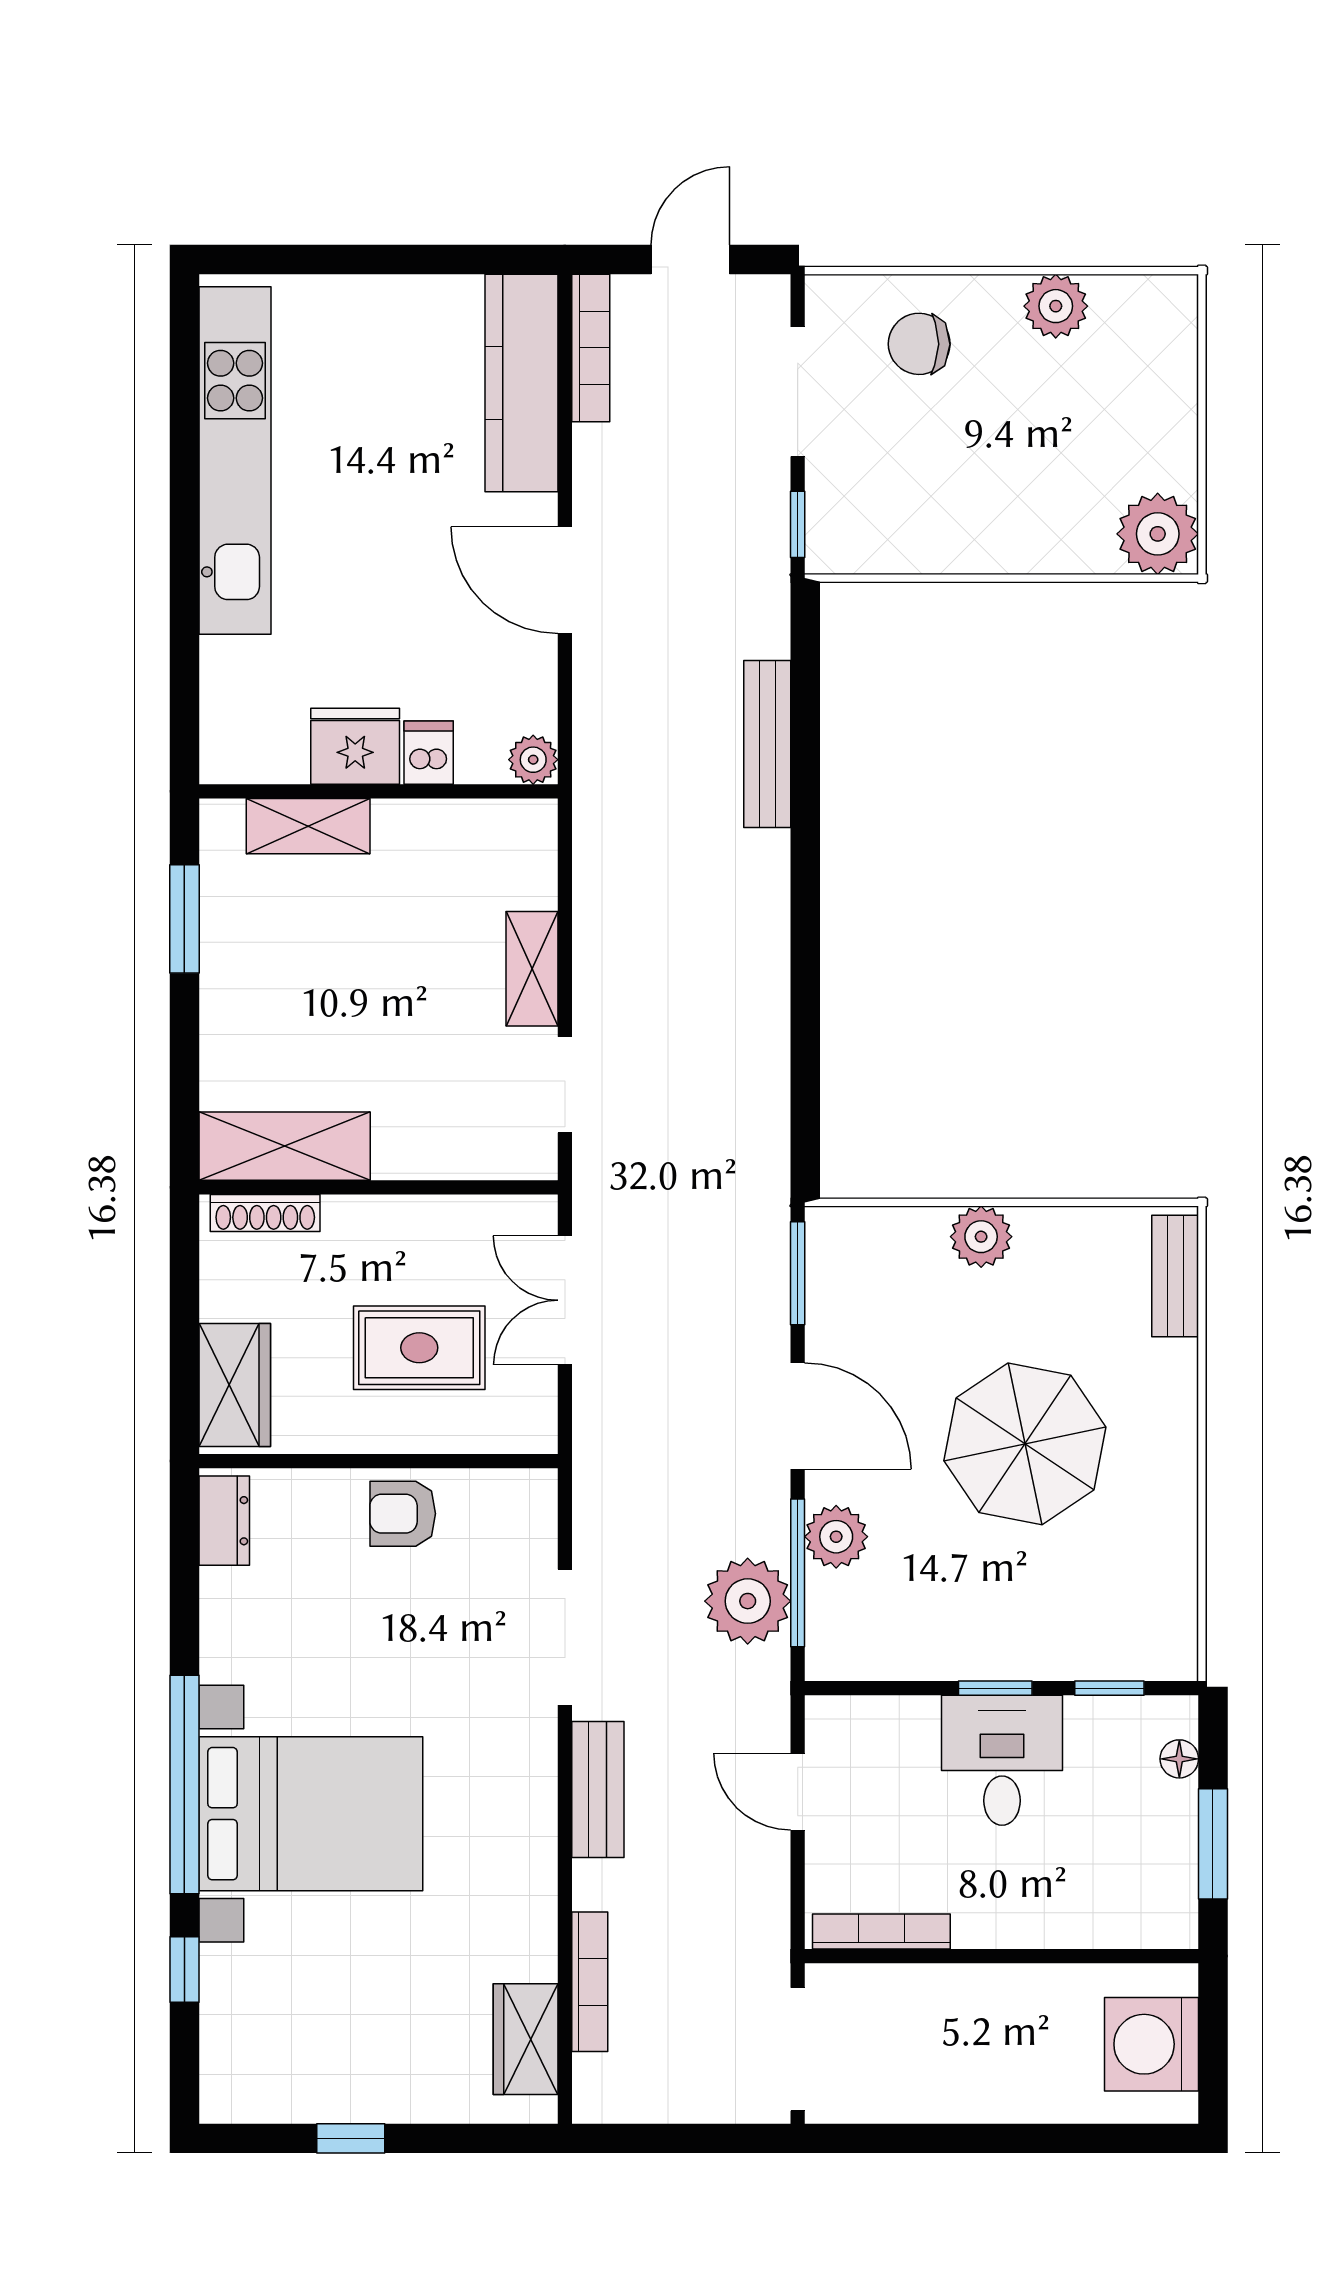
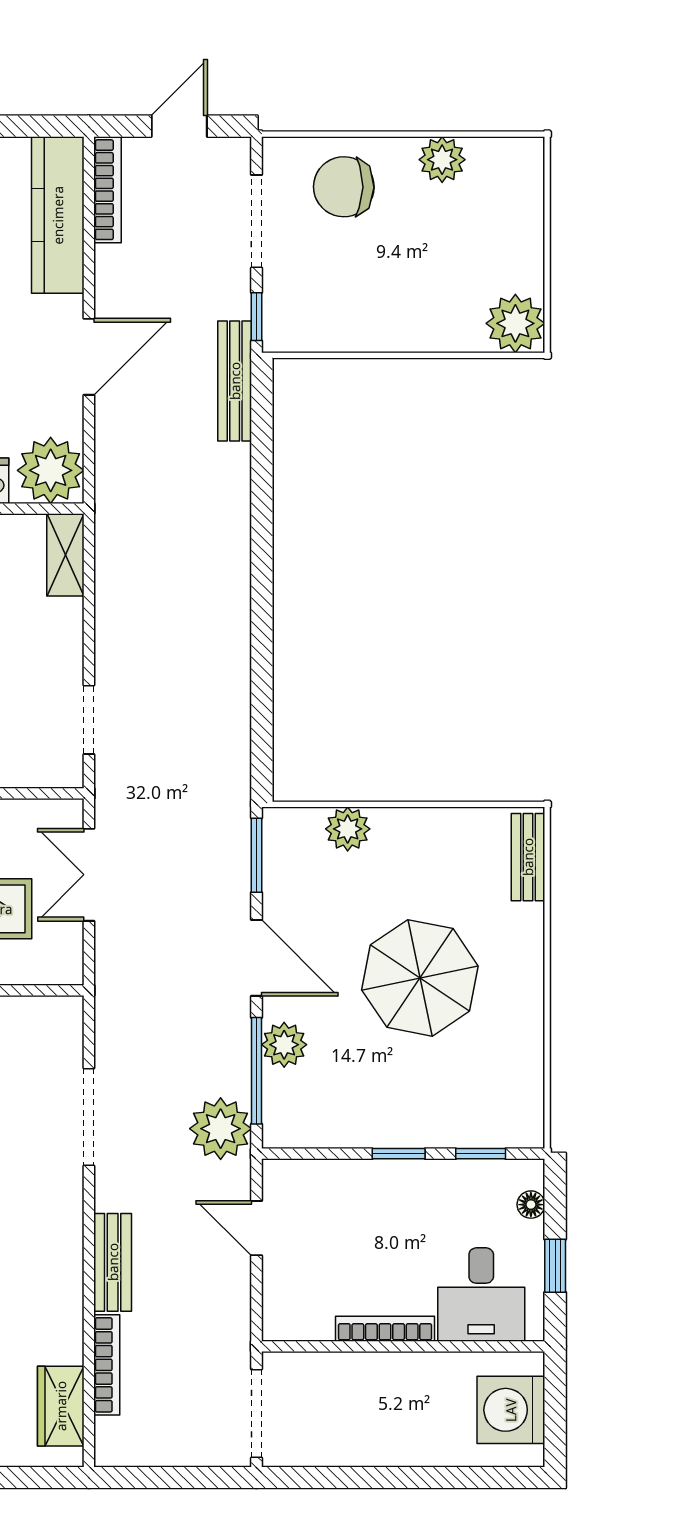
chair: (919, 344) -> (344, 187), width x1.37, depth x1.37
door: (565, 580) -> (89, 357), swing flipped
bench: (767, 744) -> (235, 381), moved
plant: (533, 760) -> (51, 470), width x1.87, depth x1.87
shelving: (532, 969) -> (65, 555), moved
plant: (981, 1237) -> (348, 829), moved
plant: (748, 1601) -> (221, 1129), moved
desk: (1002, 1760) -> (481, 1295), moved, turned 180
bench: (598, 1789) -> (113, 1262), moved
window: (1213, 1844) -> (555, 1266), width x0.67
bookcase: (881, 1931) -> (385, 1329), moved

